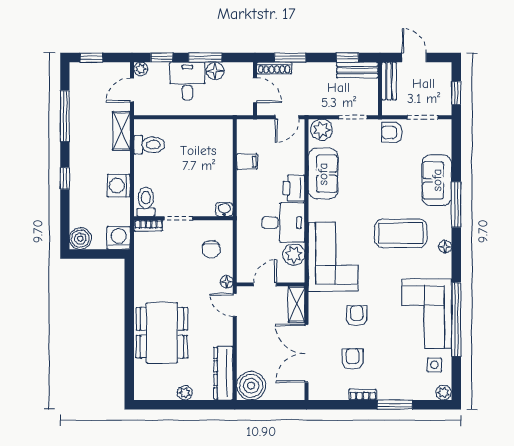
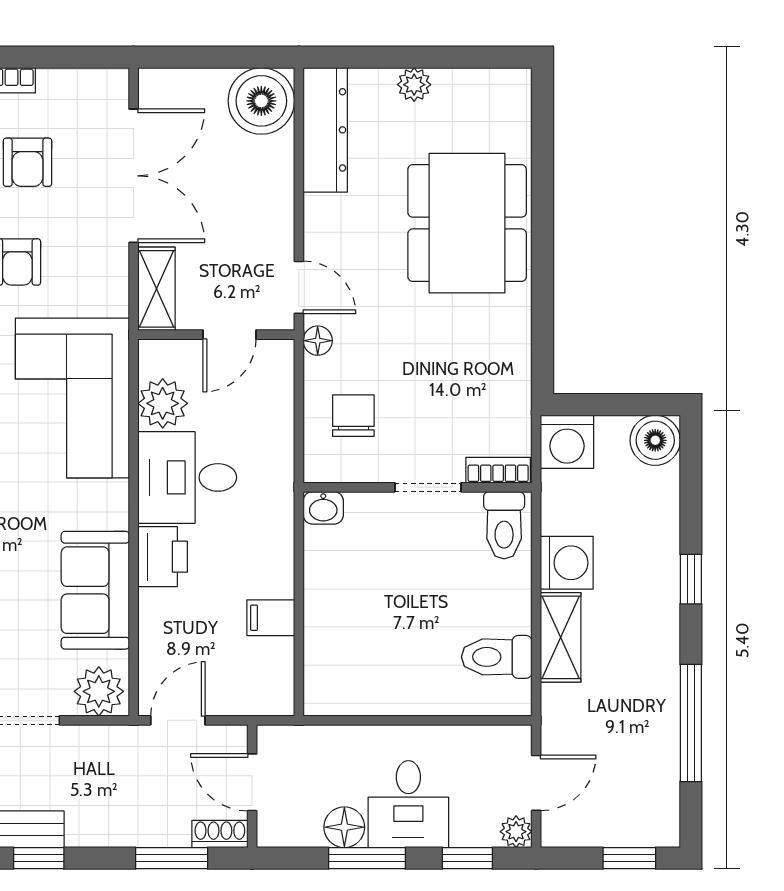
shoe rack: (274, 68) -> (220, 834), width x0.70
shelving: (121, 131) -> (561, 637), moved

